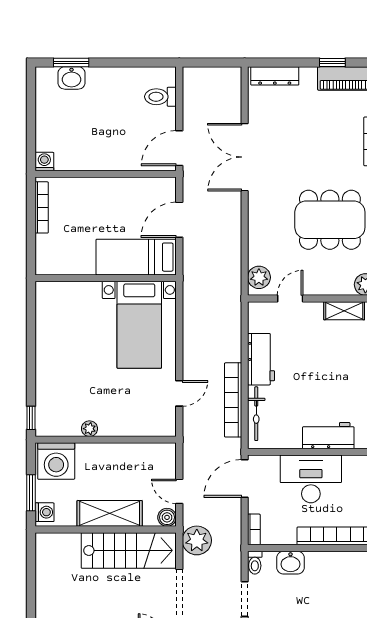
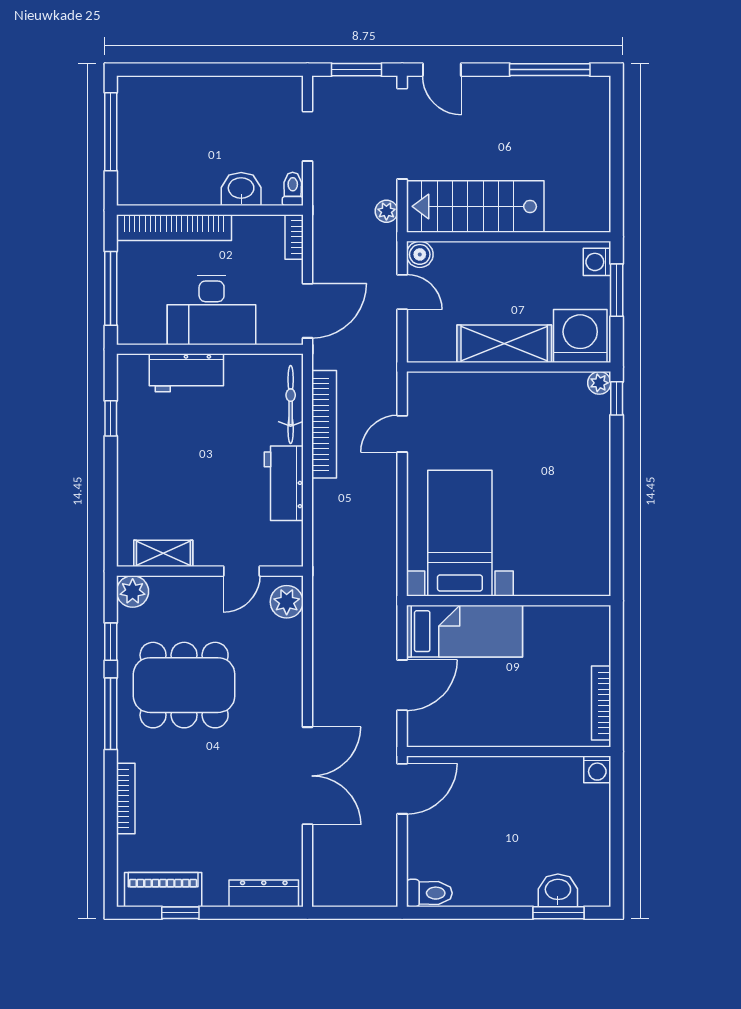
toilet: (160, 97) -> (429, 893), moved
plant: (89, 429) -> (599, 383), moved
shelving: (110, 513) -> (504, 344), moved
plant: (197, 540) -> (386, 211), width x0.53, depth x0.53

